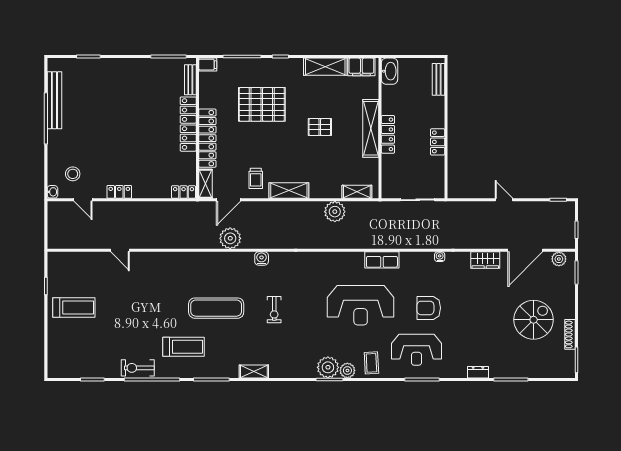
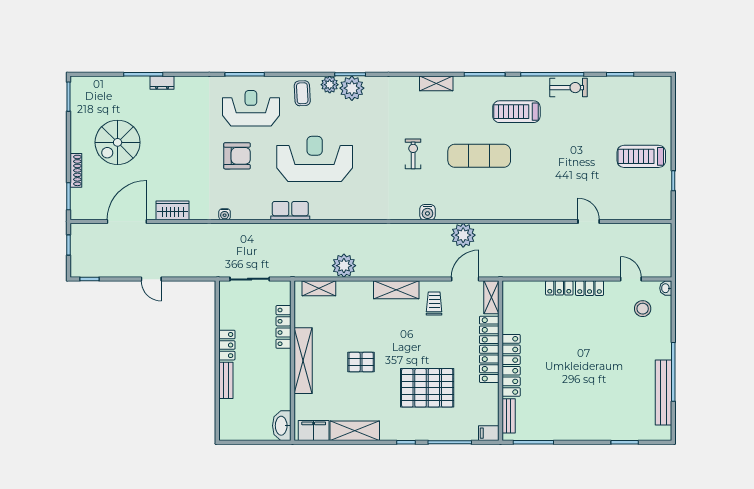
bench: (439, 79) -> (226, 380), moved
locker: (388, 134) -> (283, 327), moved
locker: (184, 192) -> (559, 288), moved
plant: (559, 259) -> (89, 212), removed
shoe rack: (570, 334) -> (76, 170), moved
dresser: (478, 372) -> (162, 83), moved

